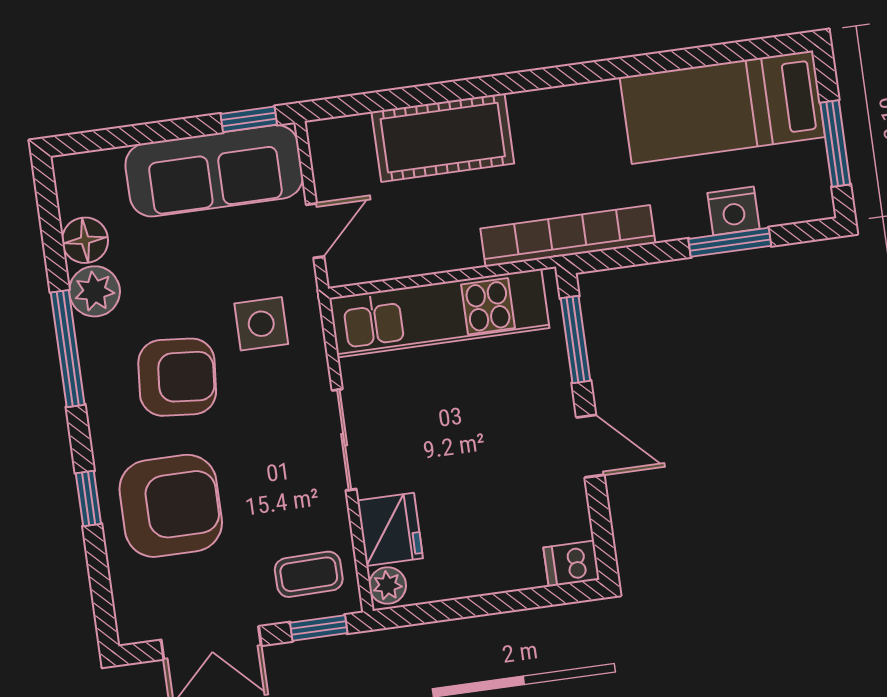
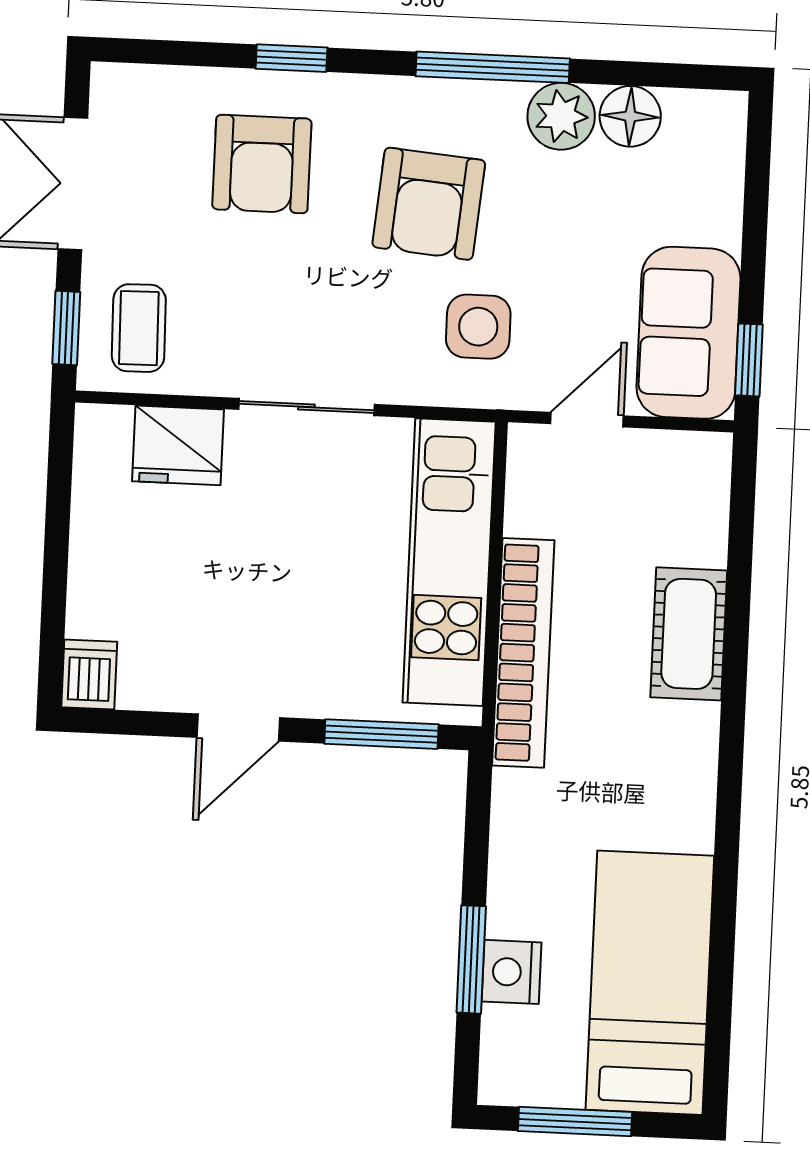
cot: (443, 138) -> (689, 634), width x0.73, depth x0.75
sofa: (214, 171) -> (688, 333), width x0.73
door: (315, 231) -> (587, 420), swing flipped
bookcase: (568, 236) -> (523, 653), moved
armchair: (171, 506) -> (262, 164), width x0.73, depth x0.73
plant: (388, 585) -> (105, 428), removed

